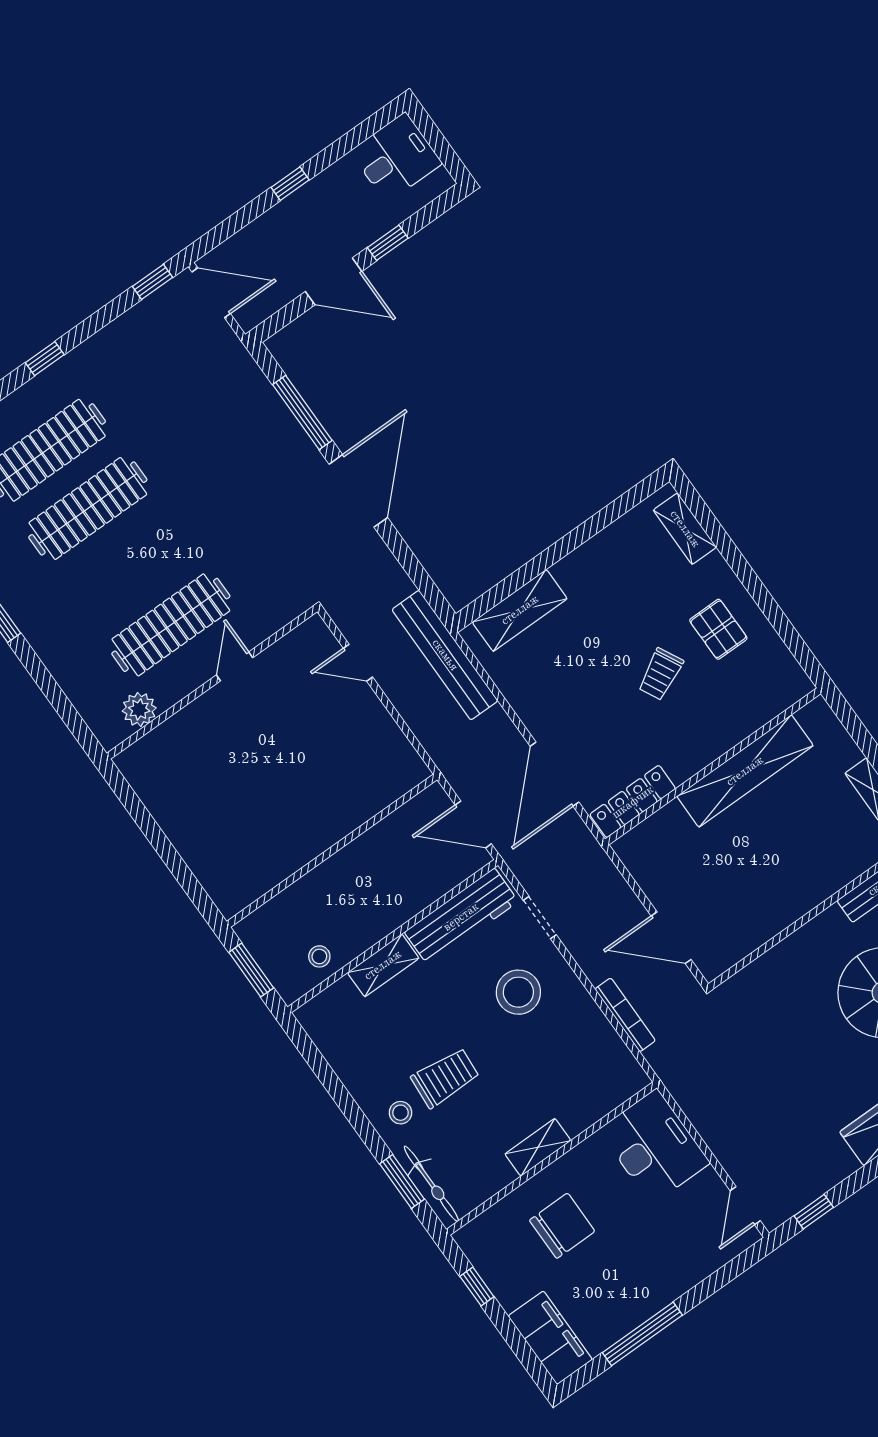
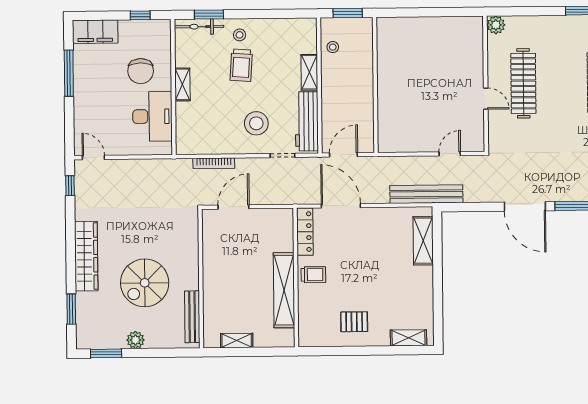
trolley: (660, 674) -> (313, 275), moved, turned 117
plant: (139, 709) -> (496, 25), moved
desk: (654, 1146) -> (152, 116), moved, turned -90

